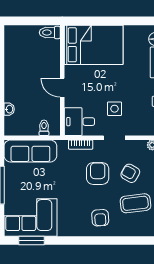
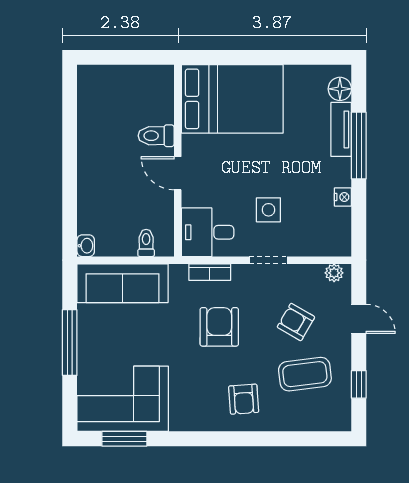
toilet: (50, 33) -> (156, 136), moved
washbasin: (9, 109) -> (86, 246), moved
armchair: (98, 173) -> (219, 327), moved

